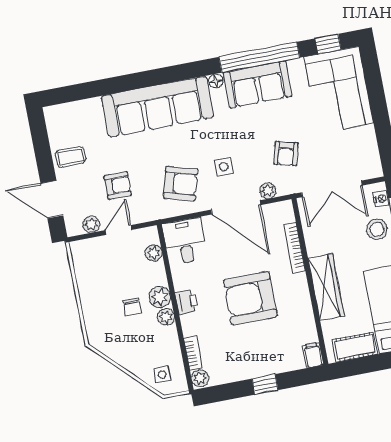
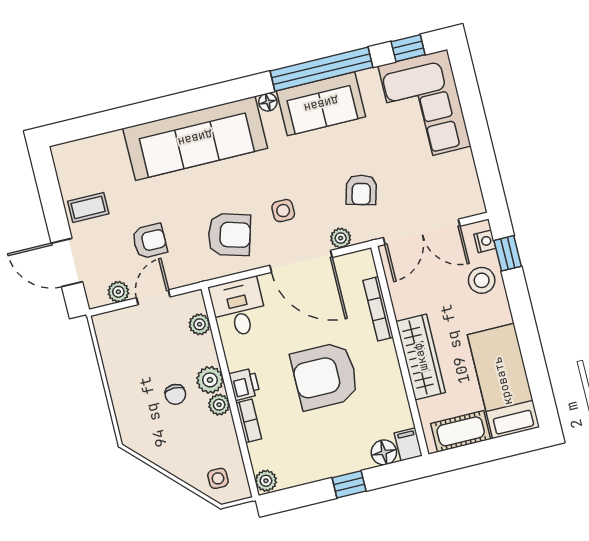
bookcase: (193, 353) -> (249, 421), moved
floor lamp: (294, 361) -> (384, 452), added

